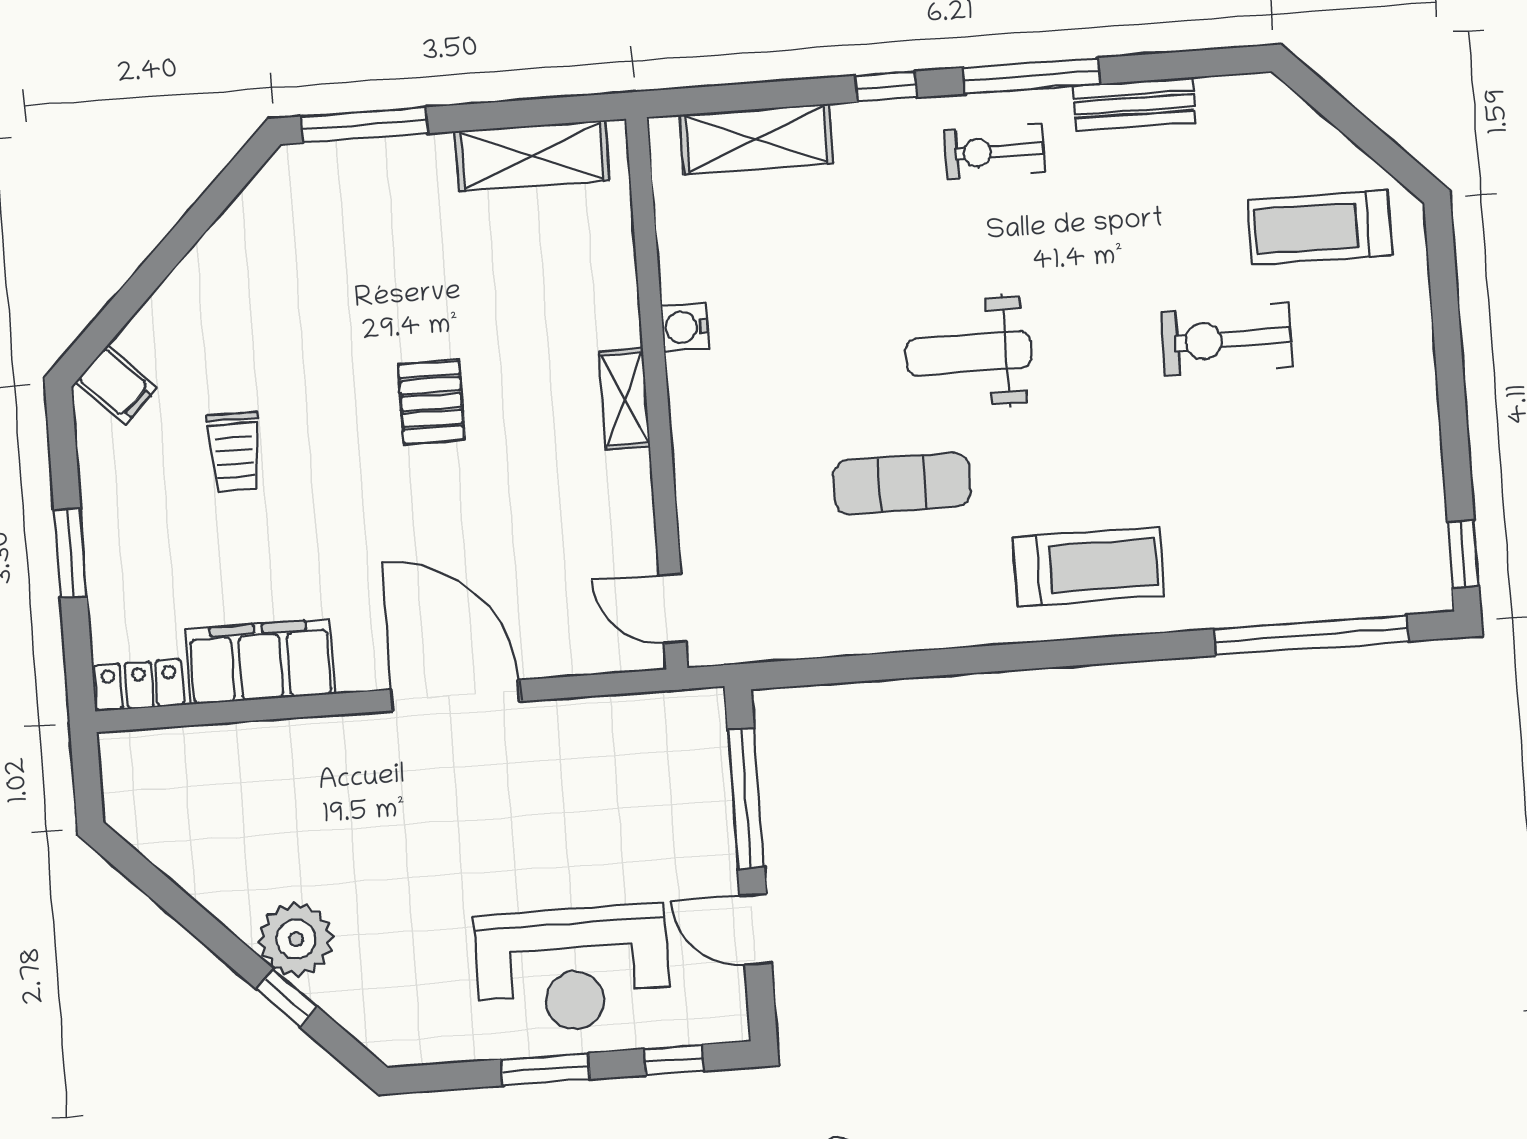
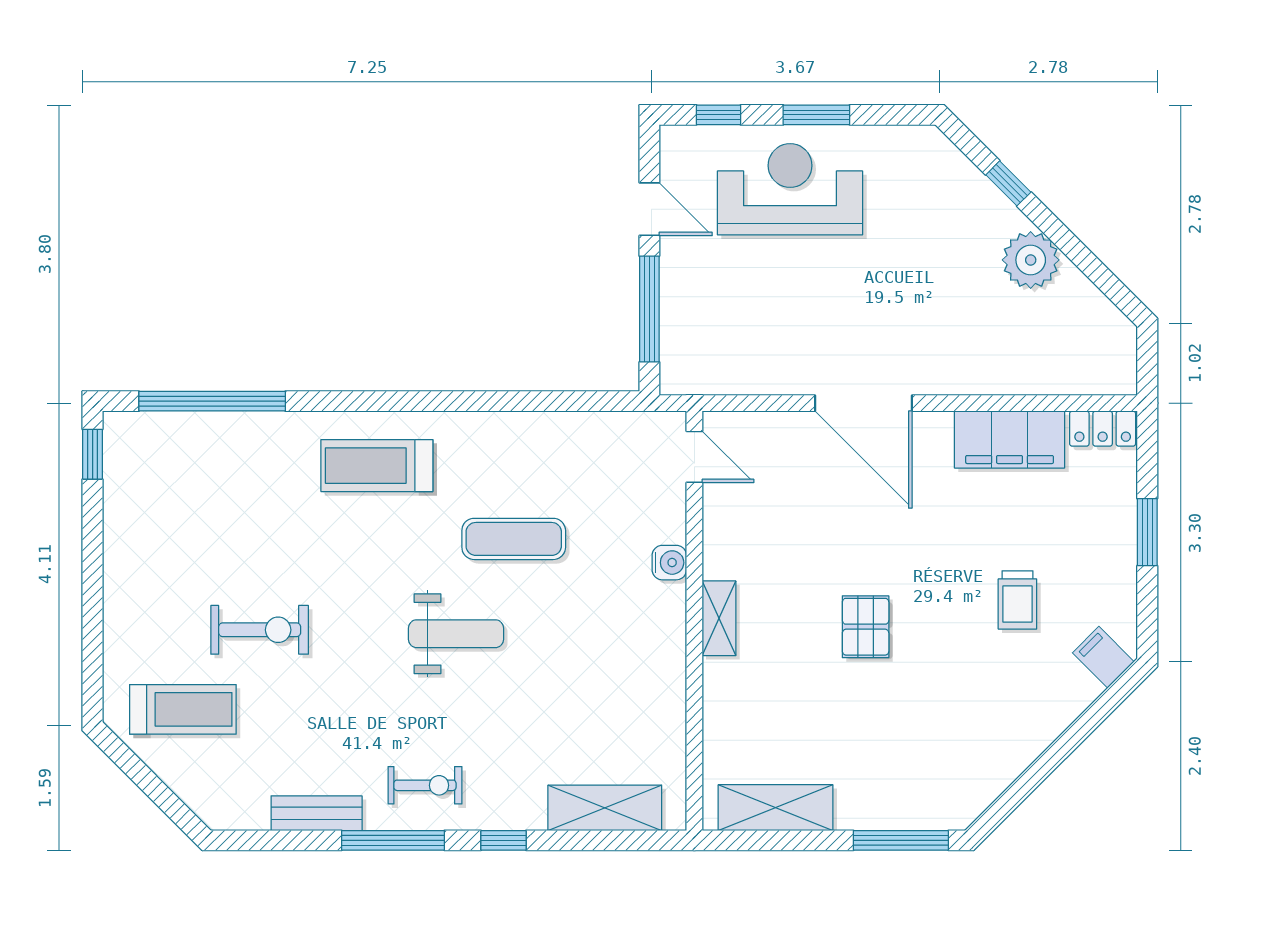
water cooler: (685, 327) -> (669, 563), moved
trolley: (234, 452) -> (1017, 600), turned 180
plant: (296, 939) -> (1031, 260), moved

